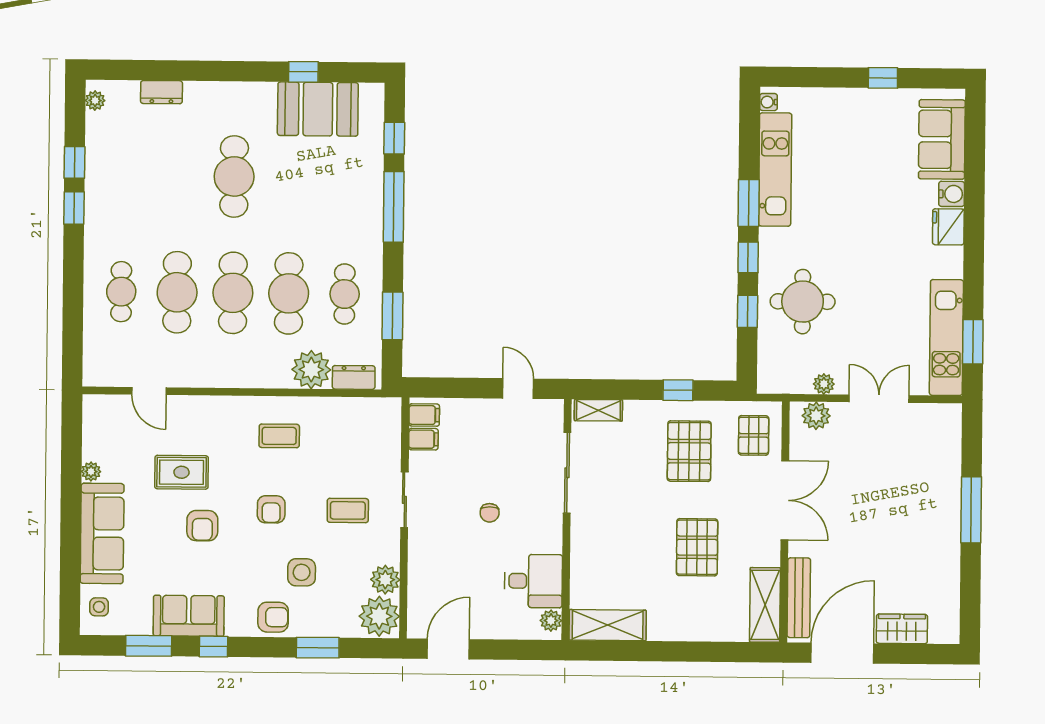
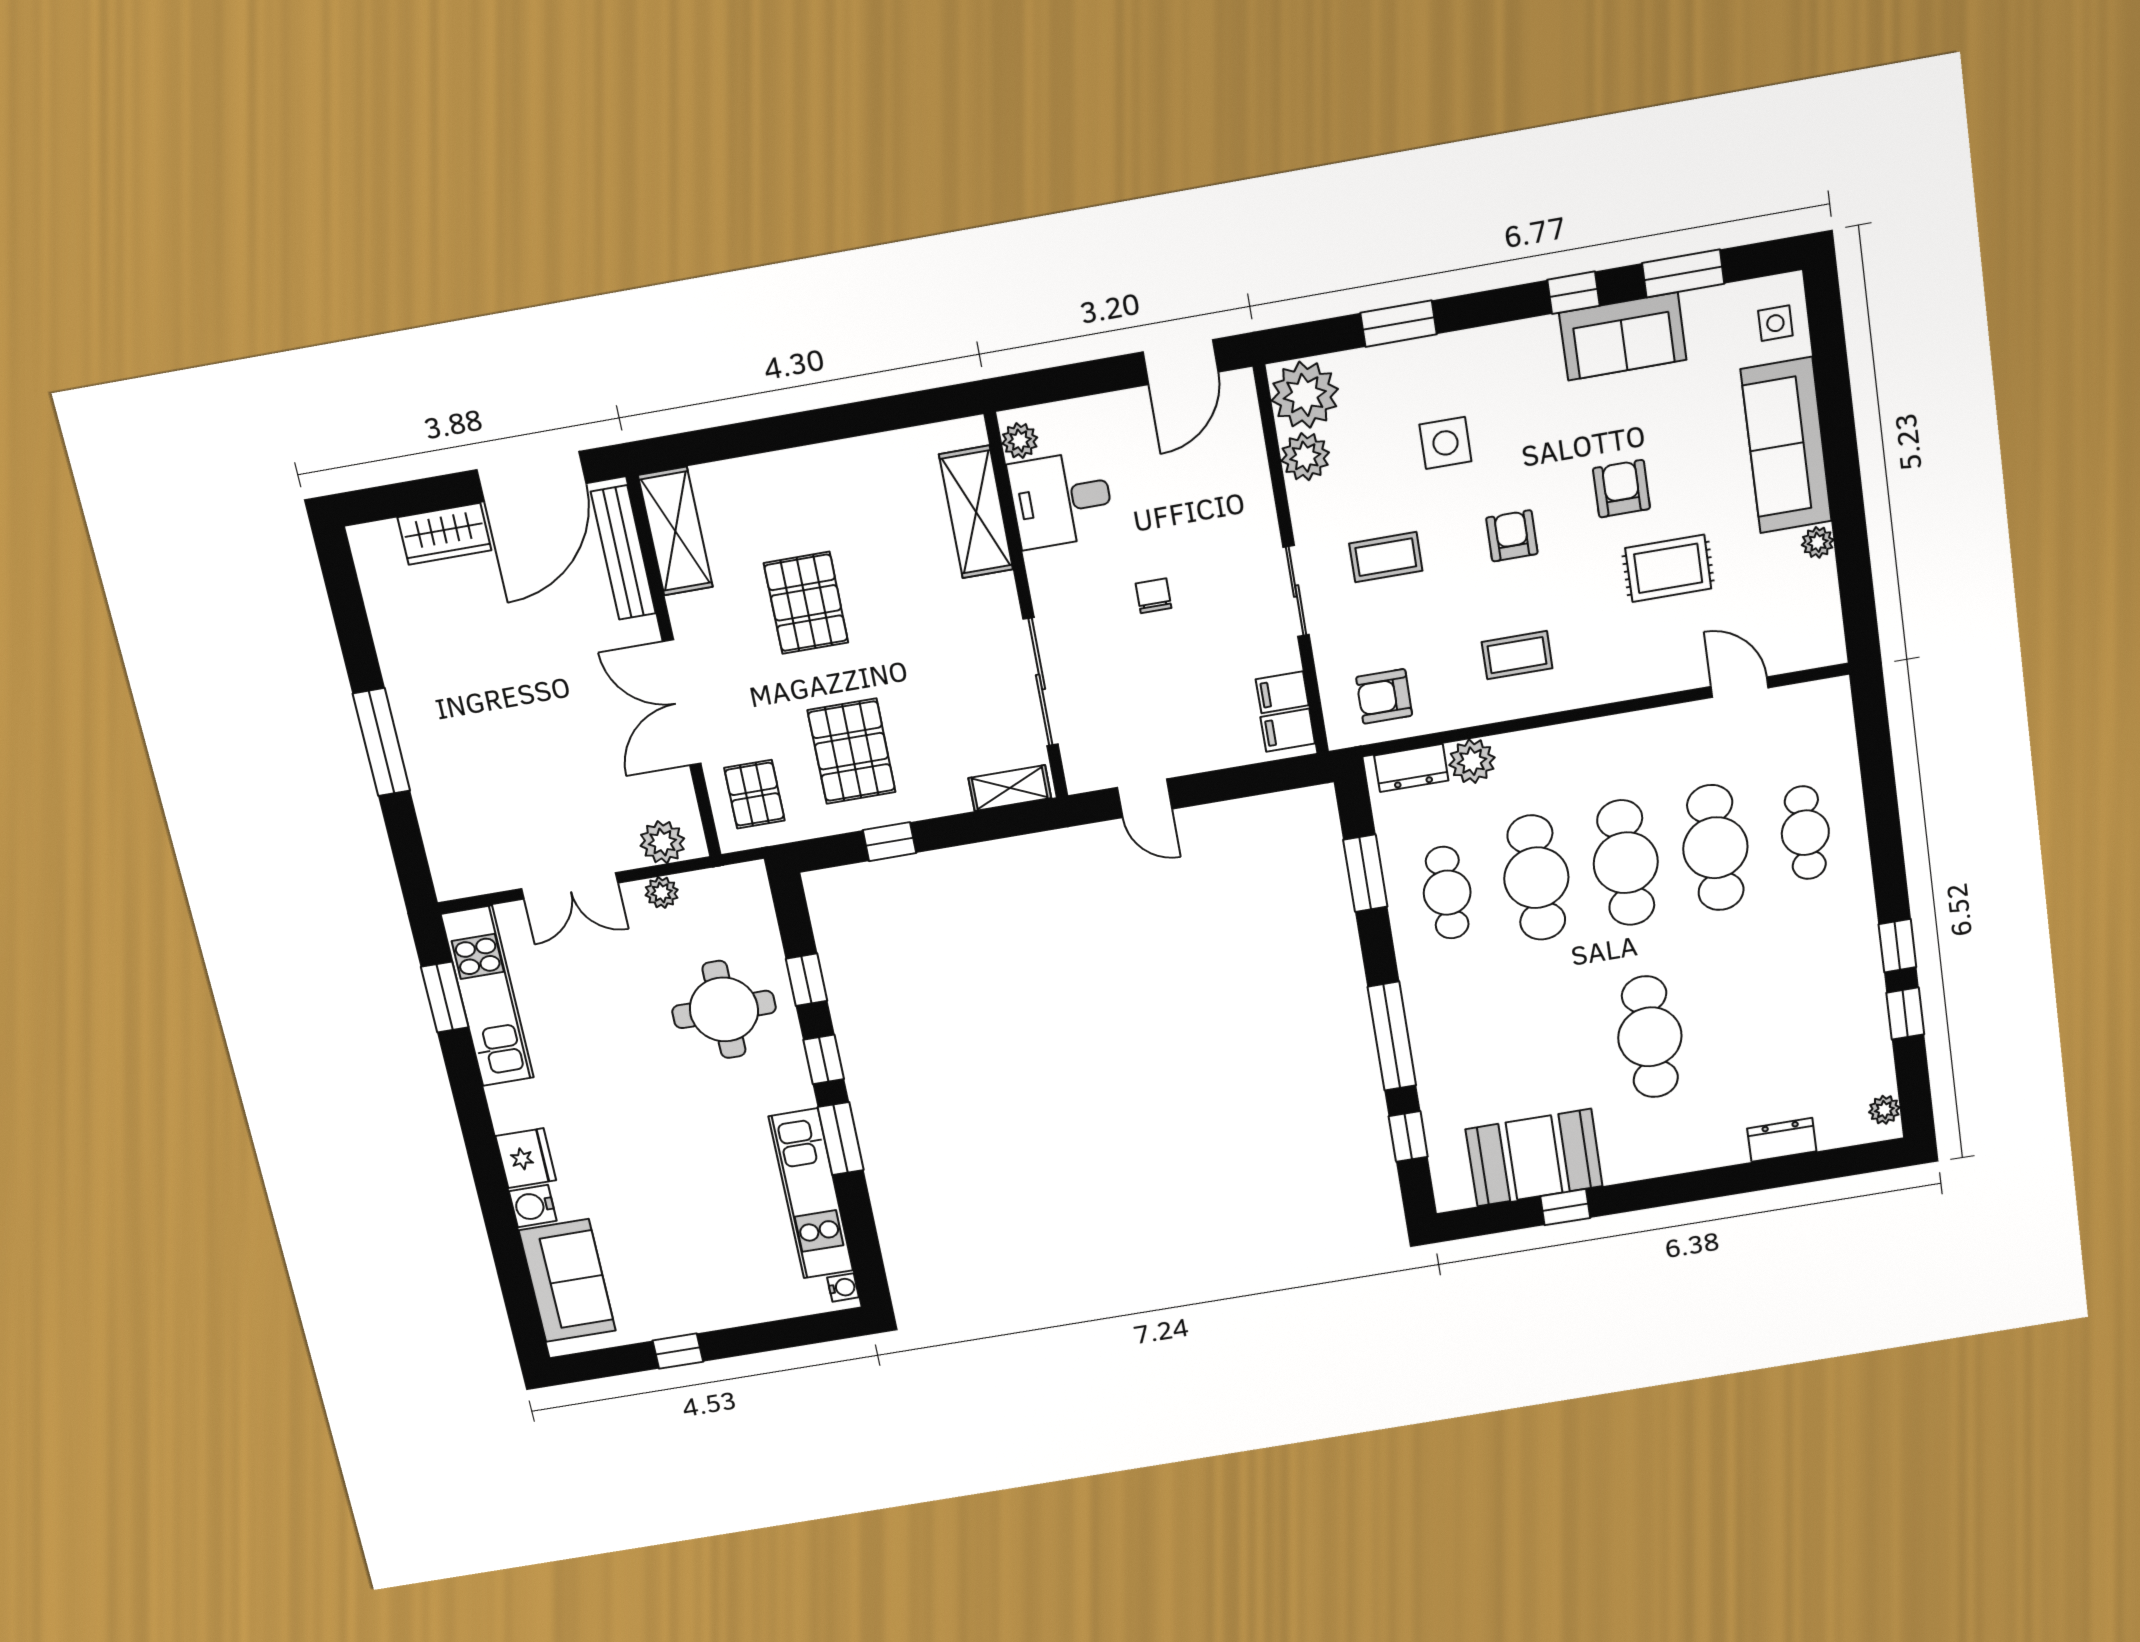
plant: (311, 370) -> (1472, 761), width x0.73, depth x0.73
armchair: (273, 617) -> (1384, 696), moved
shelving: (608, 625) -> (976, 512), moved, turned 90

